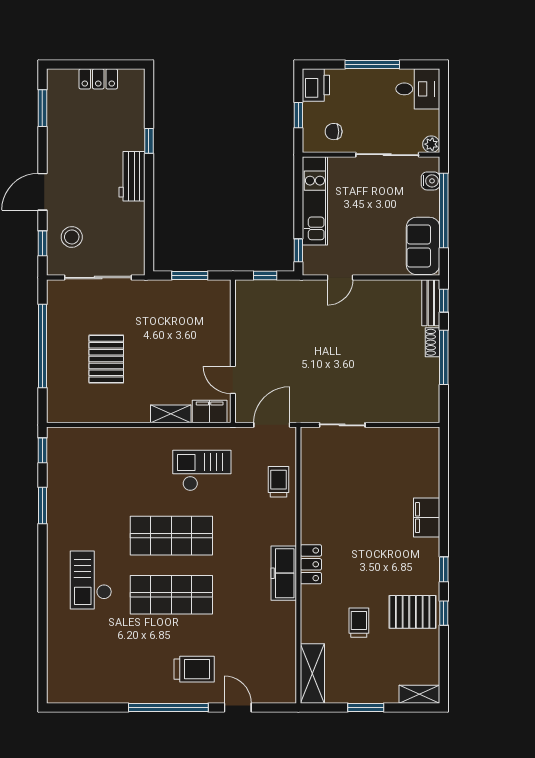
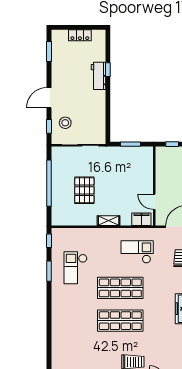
workbench: (132, 176) -> (99, 76), moved
shelving: (171, 414) -> (109, 221), moved
checkout: (91, 580) -> (76, 268), moved

